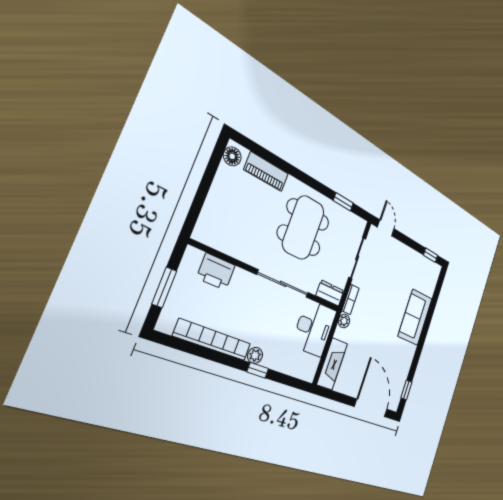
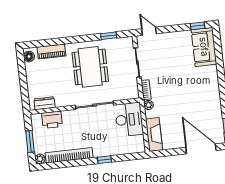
dresser: (330, 293) -> (44, 103), moved
sofa: (415, 317) -> (204, 47), moved
plant: (255, 355) -> (40, 159), moved

